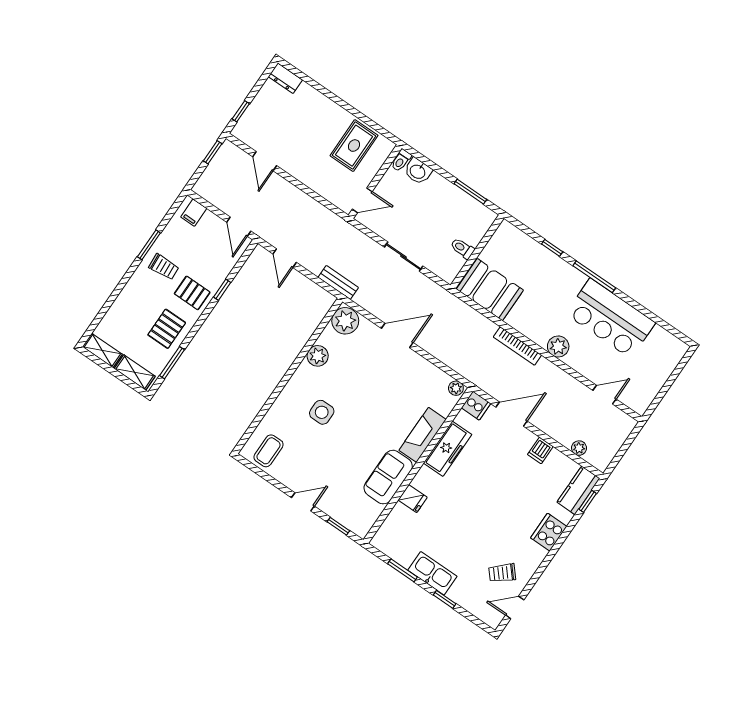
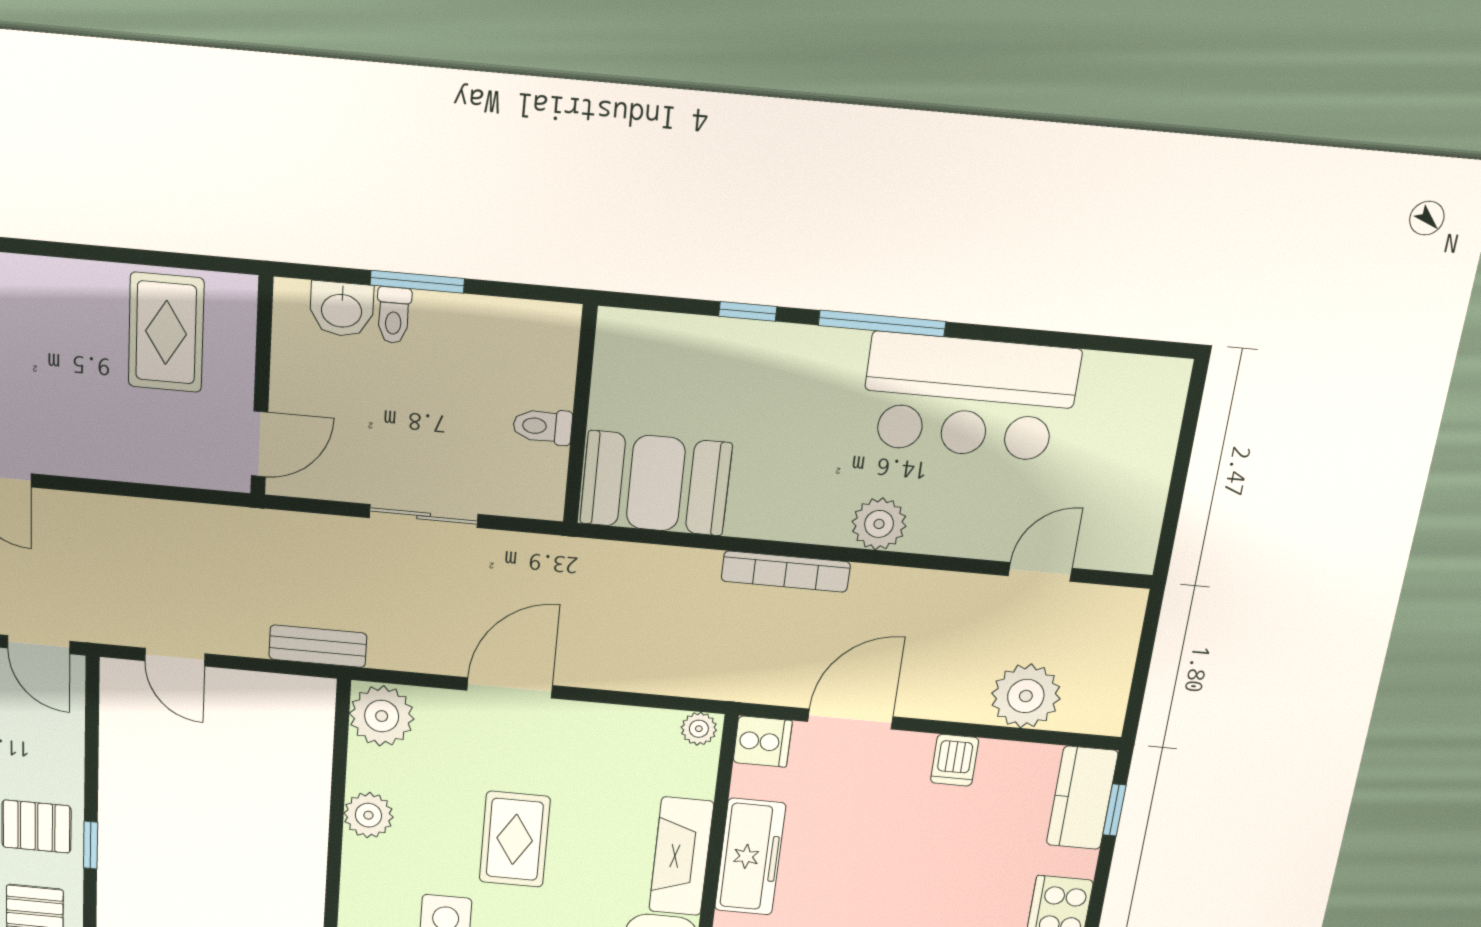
toilet: (401, 160) -> (394, 315), moved
window: (470, 192) -> (417, 282), moved
window: (222, 290) -> (91, 845), moved
rug: (366, 395) -> (515, 839), added
plant: (579, 448) -> (1026, 696), width x1.88, depth x1.88

